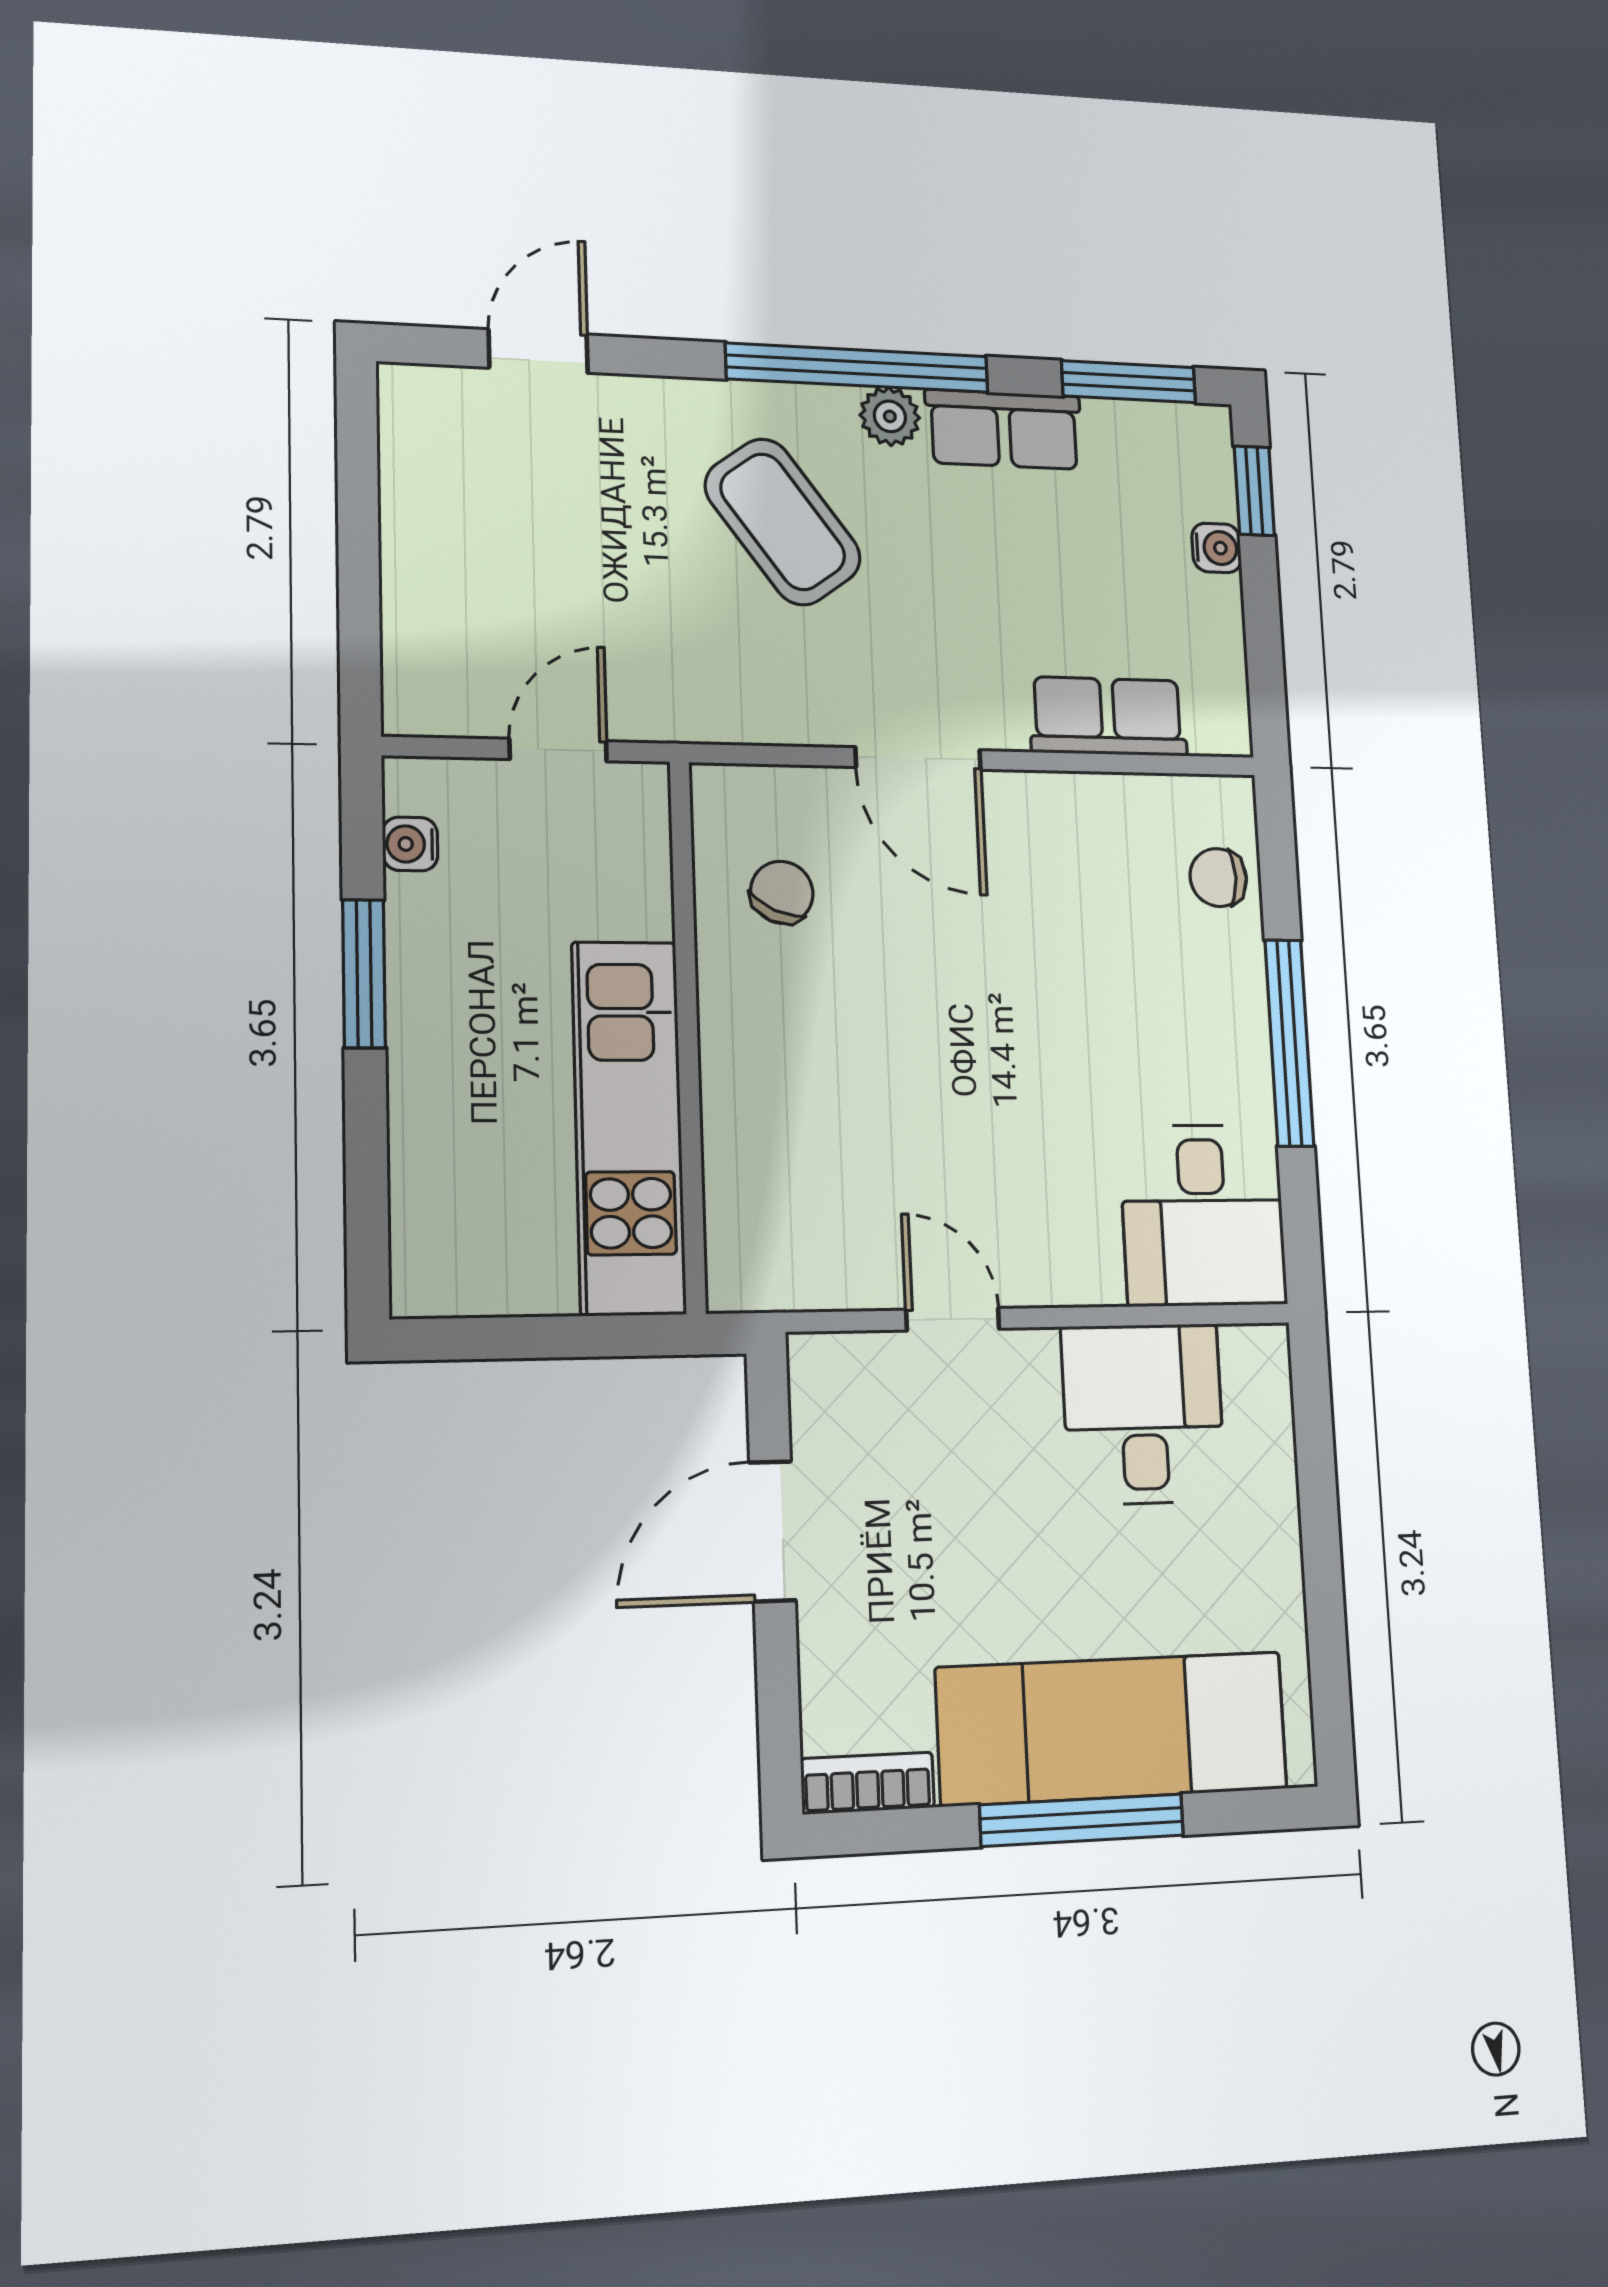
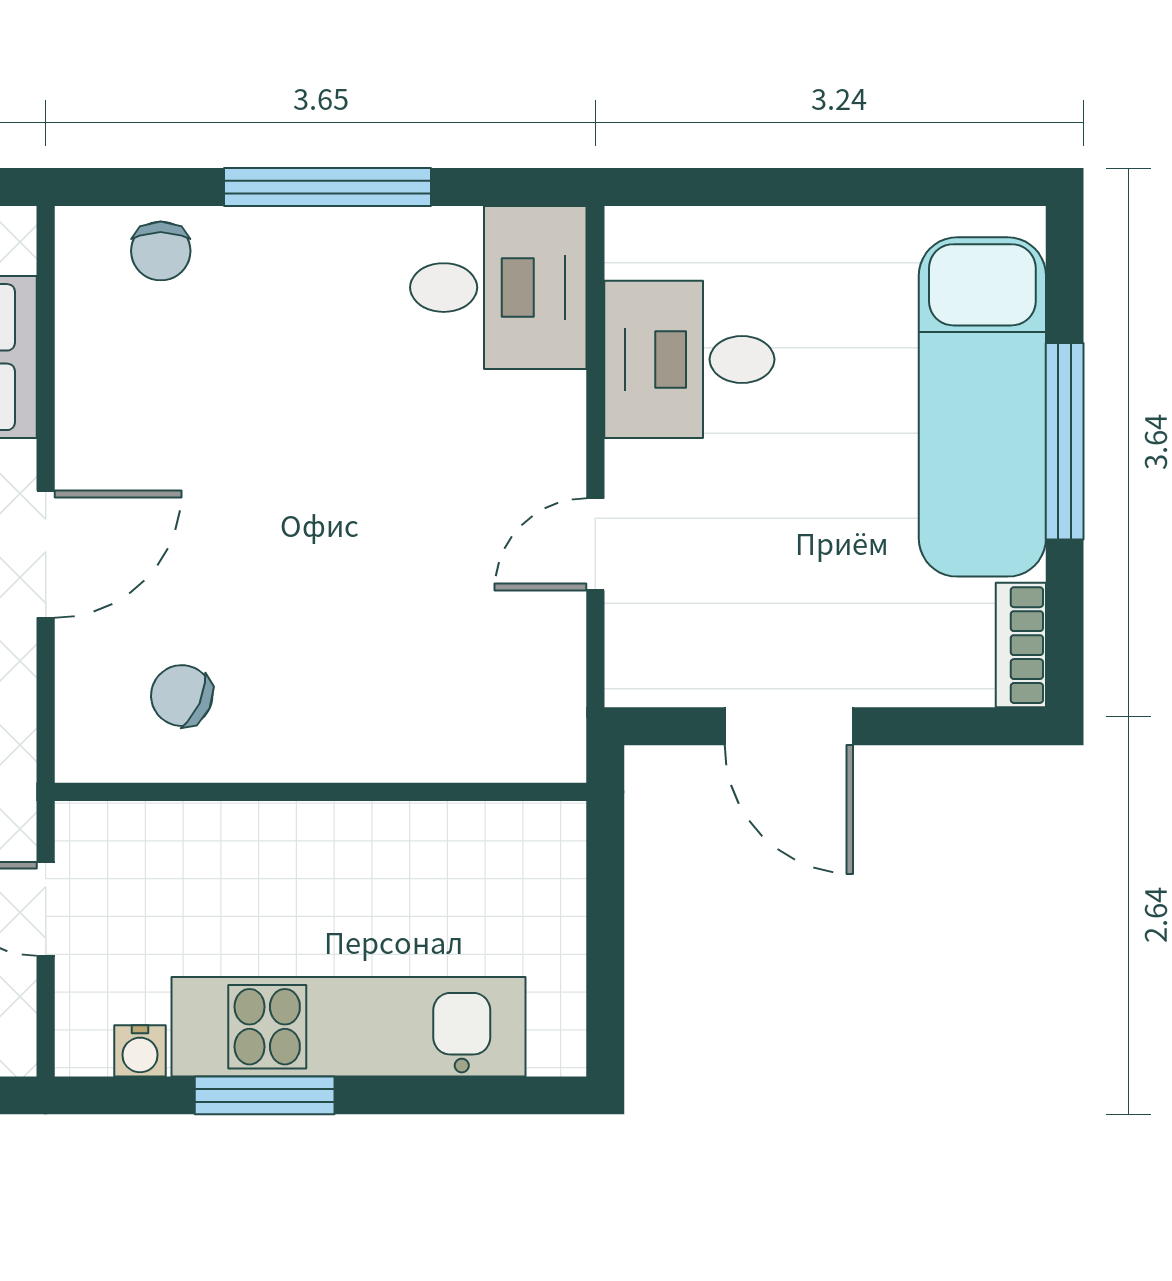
kitchen unit: (629, 1127) -> (349, 1027), moved, turned 180

